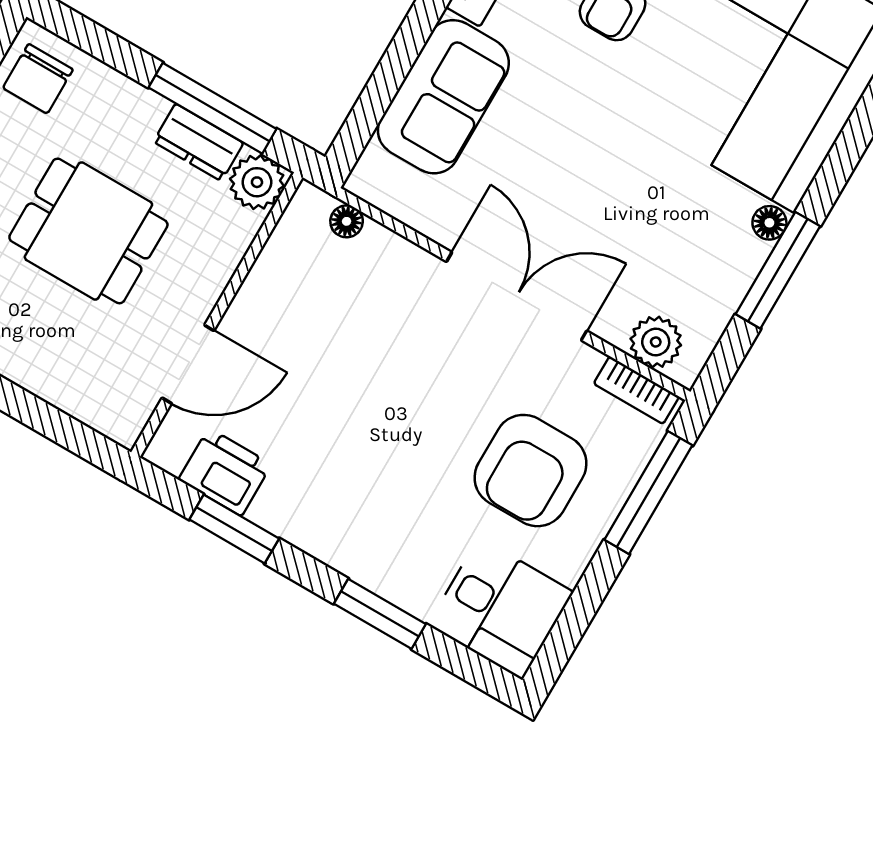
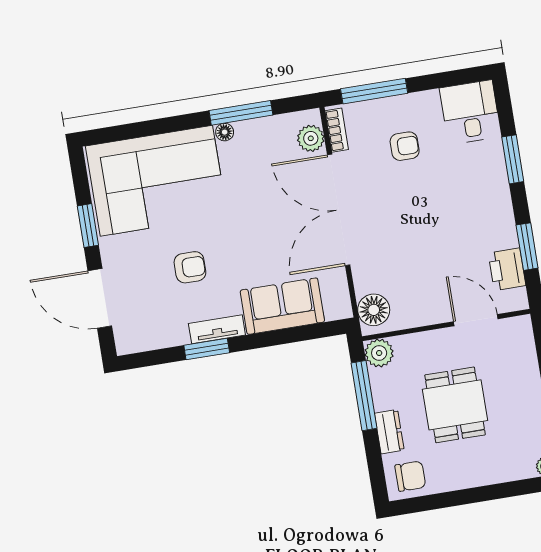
dresser: (198, 142) -> (389, 432), moved
floor lamp: (347, 221) -> (374, 310), width x1.89, depth x1.89
double door: (517, 296) -> (339, 210), width x1.36
armchair: (531, 471) -> (405, 146), width x0.53, depth x0.53

